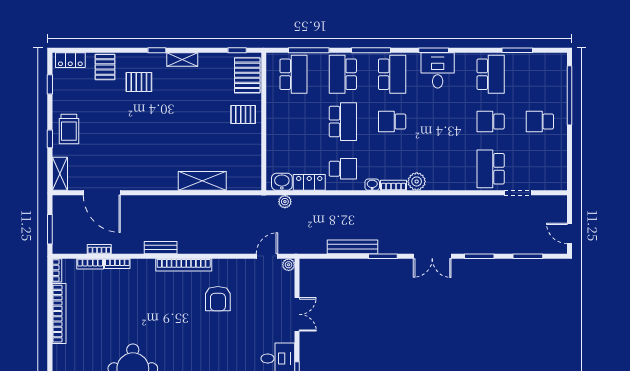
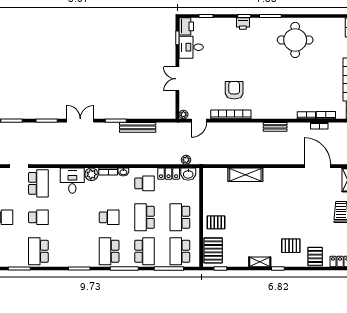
desk: (438, 70) -> (72, 181), moved, turned 180
school desk: (294, 122) -> (180, 217), added
school desk: (343, 169) -> (144, 183), turned 180
bookcase: (184, 265) -> (231, 114), moved

